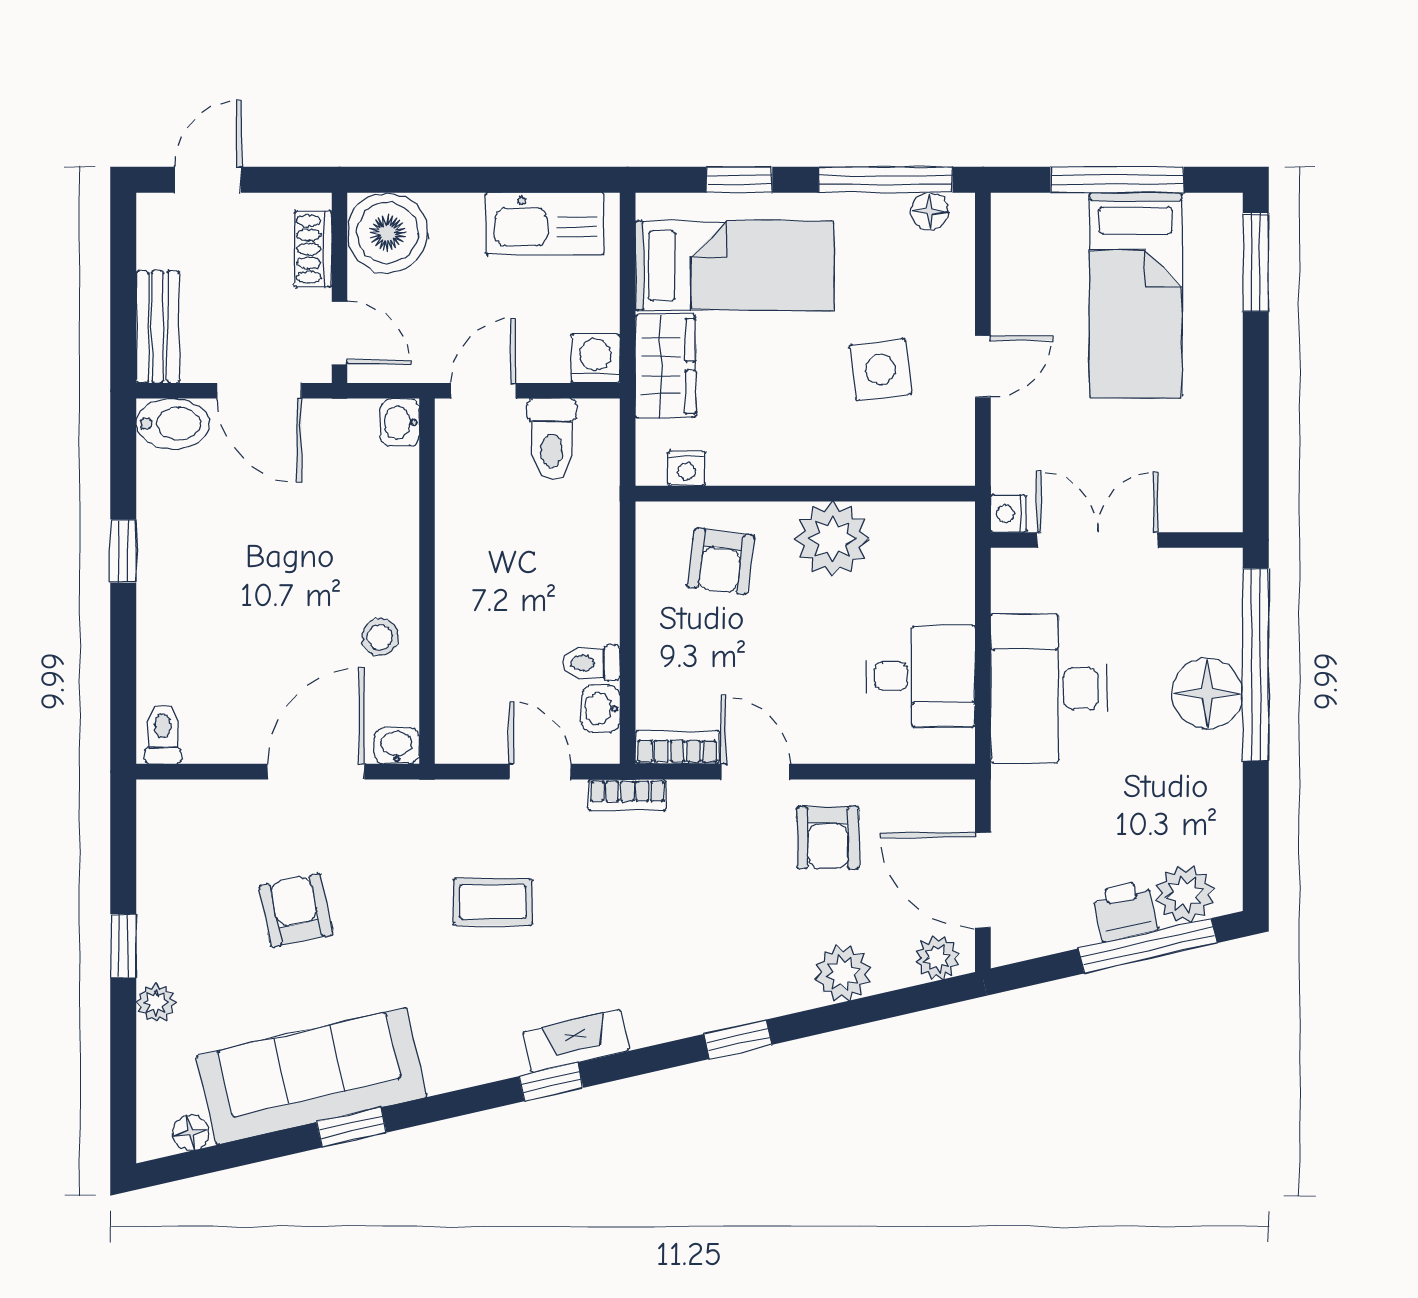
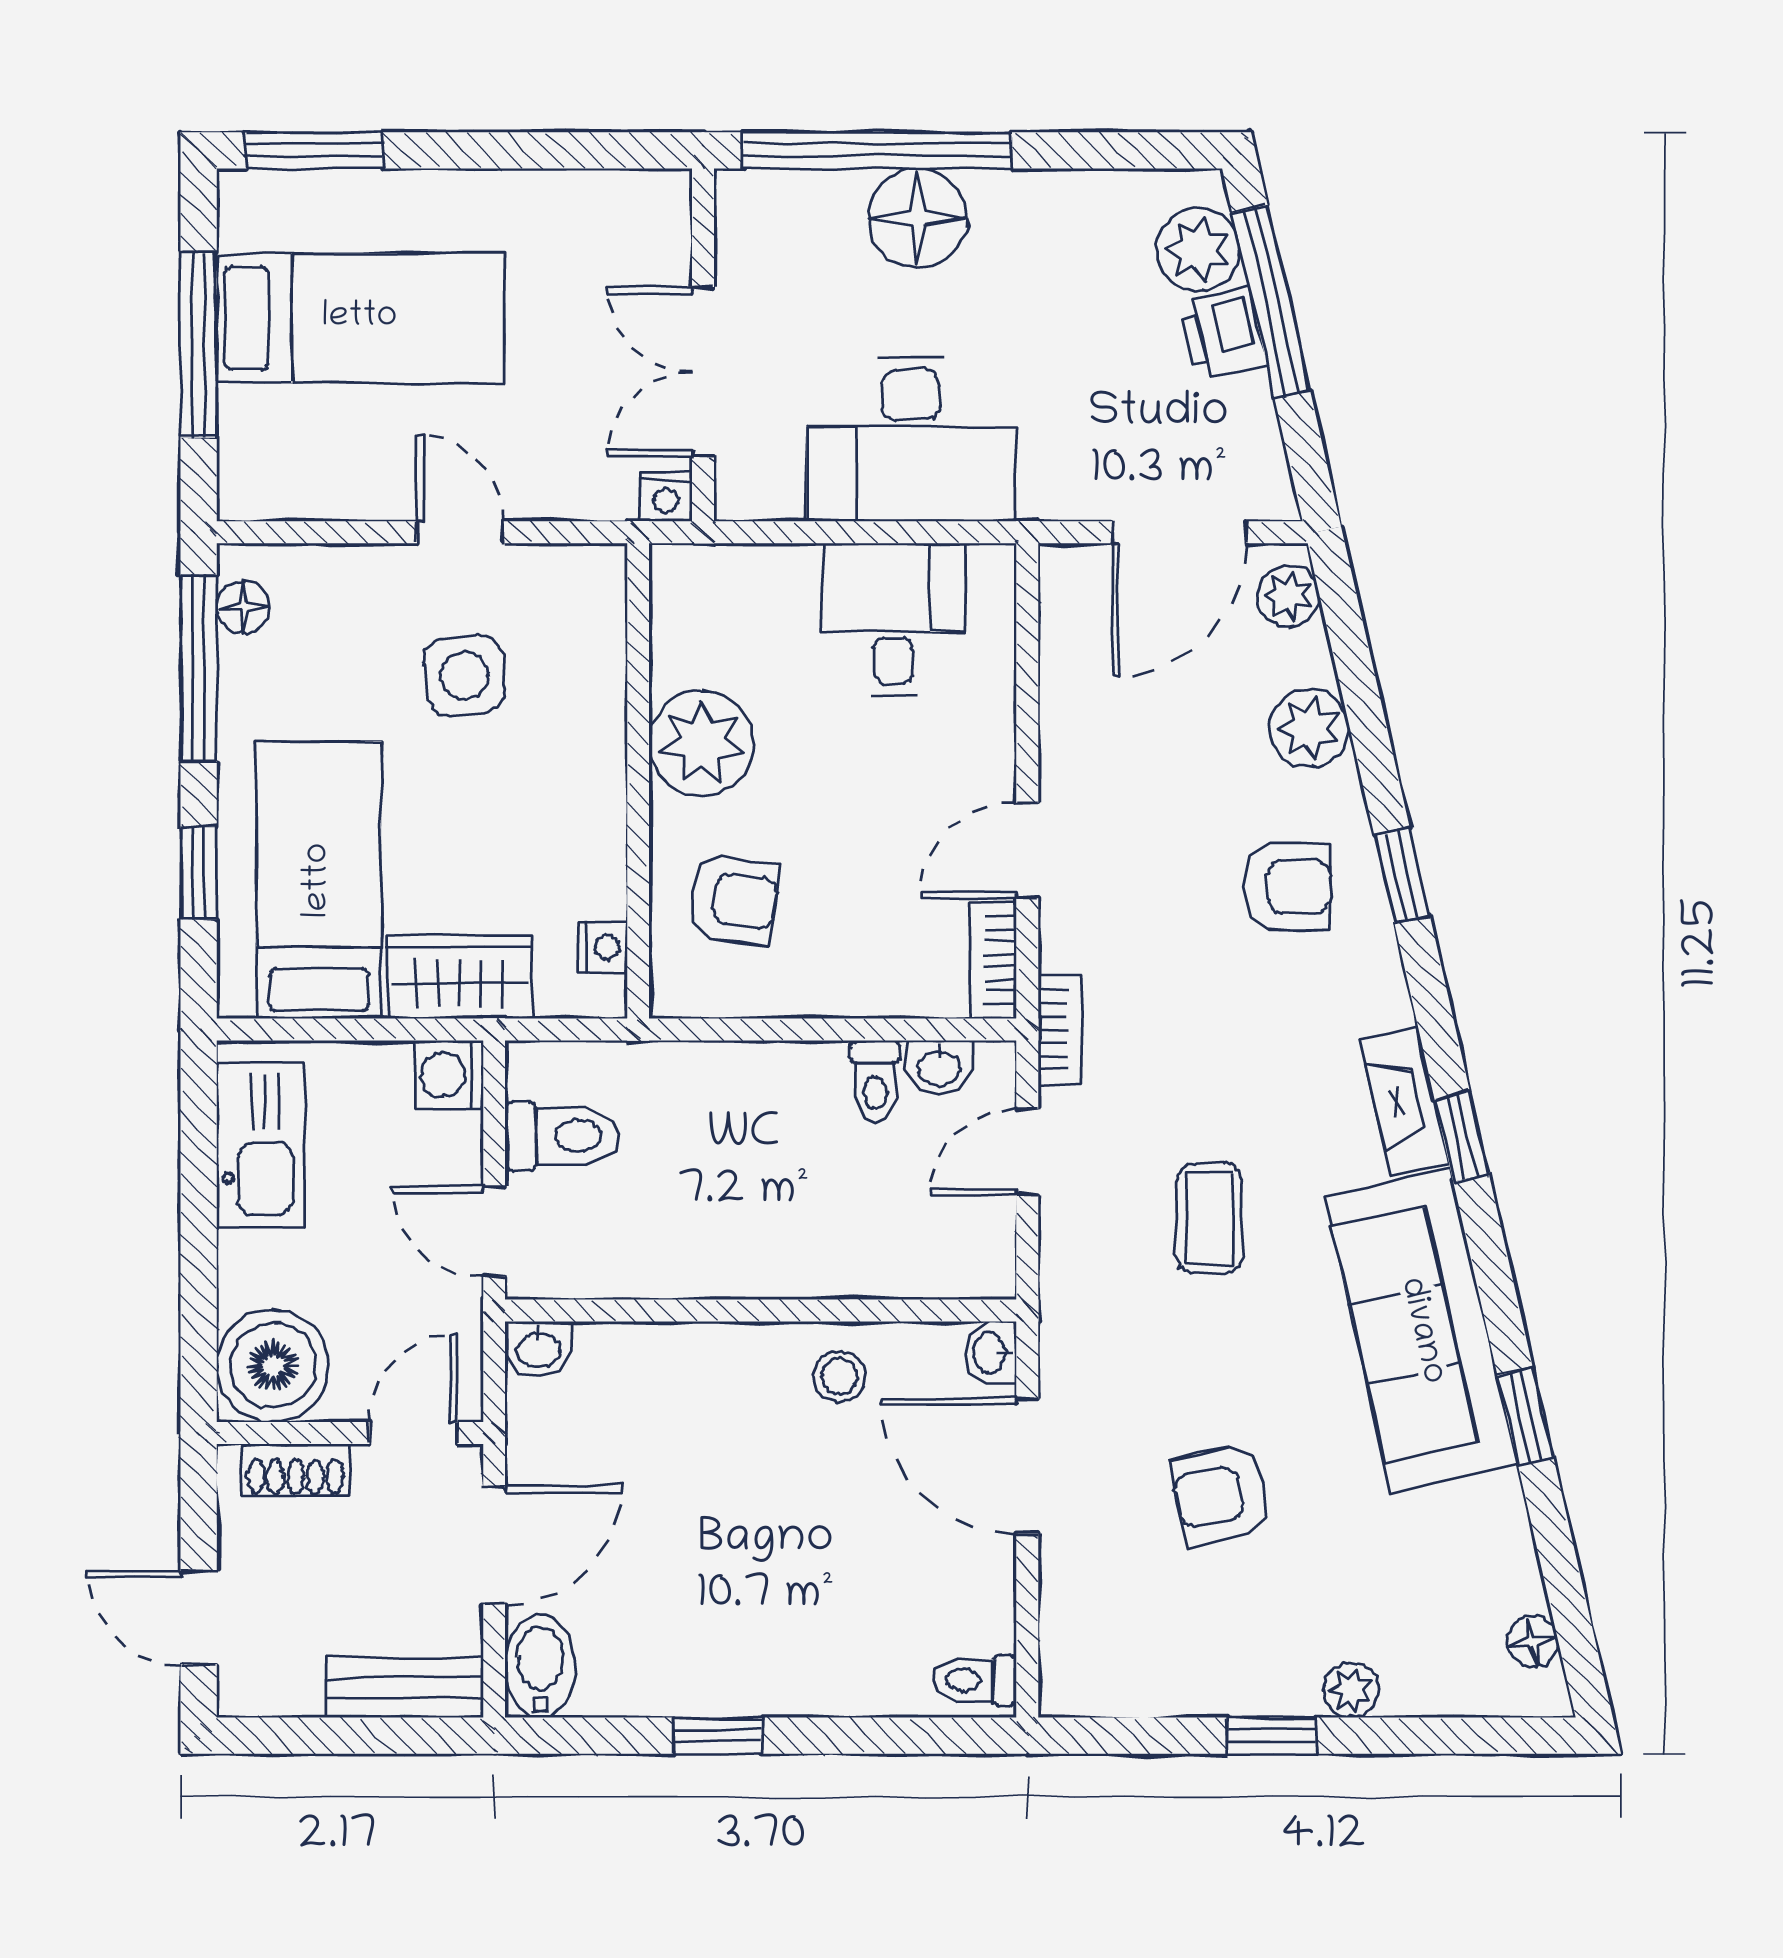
armchair: (828, 838) -> (1287, 887), moved
sofa: (312, 1076) -> (1421, 1331), moved

